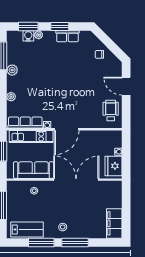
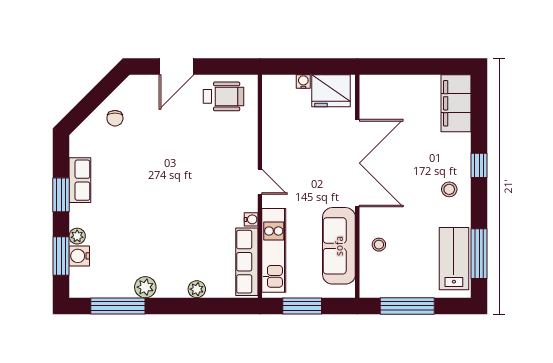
wheelchair: (111, 110) -> (223, 96), turned 180
door: (67, 129) -> (260, 182), width x0.53
double door: (76, 180) -> (357, 163), swing flipped
filing cabinet: (114, 223) -> (456, 103), moved, turned 90
window: (41, 242) -> (479, 254), moved
window: (75, 242) -> (479, 165), width x0.46

